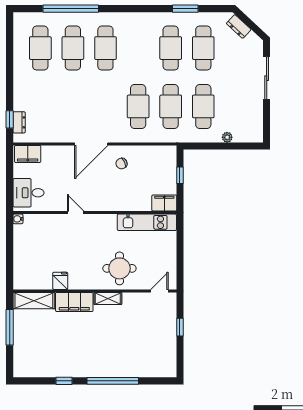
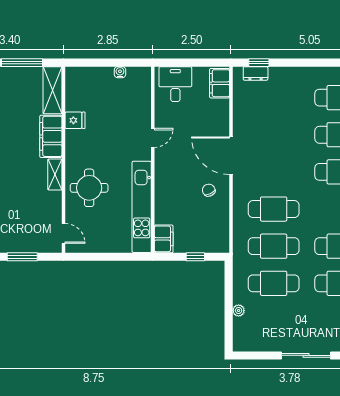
water cooler: (18, 219) -> (120, 72), moved
kitchen unit: (147, 222) -> (142, 207), width x1.36
window: (180, 327) -> (22, 257), width x1.50

